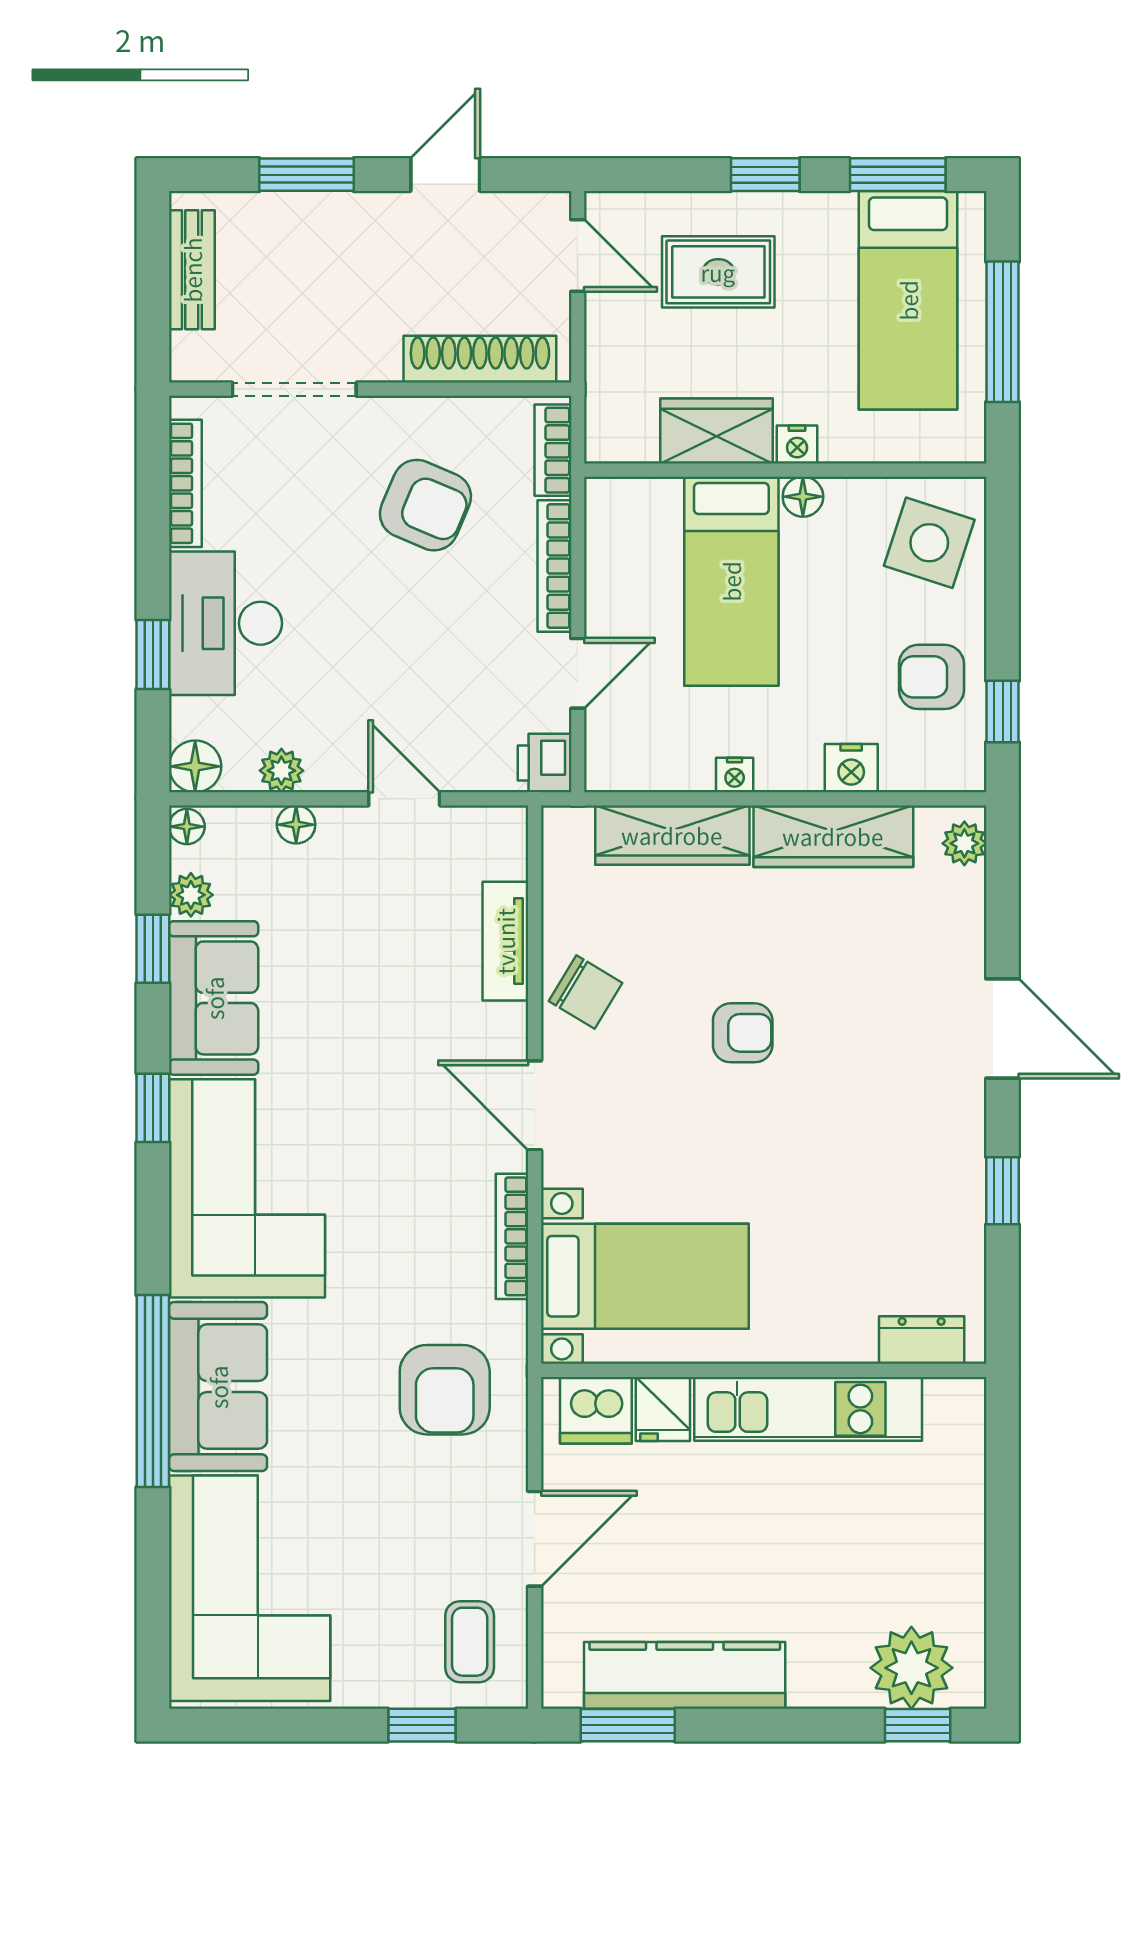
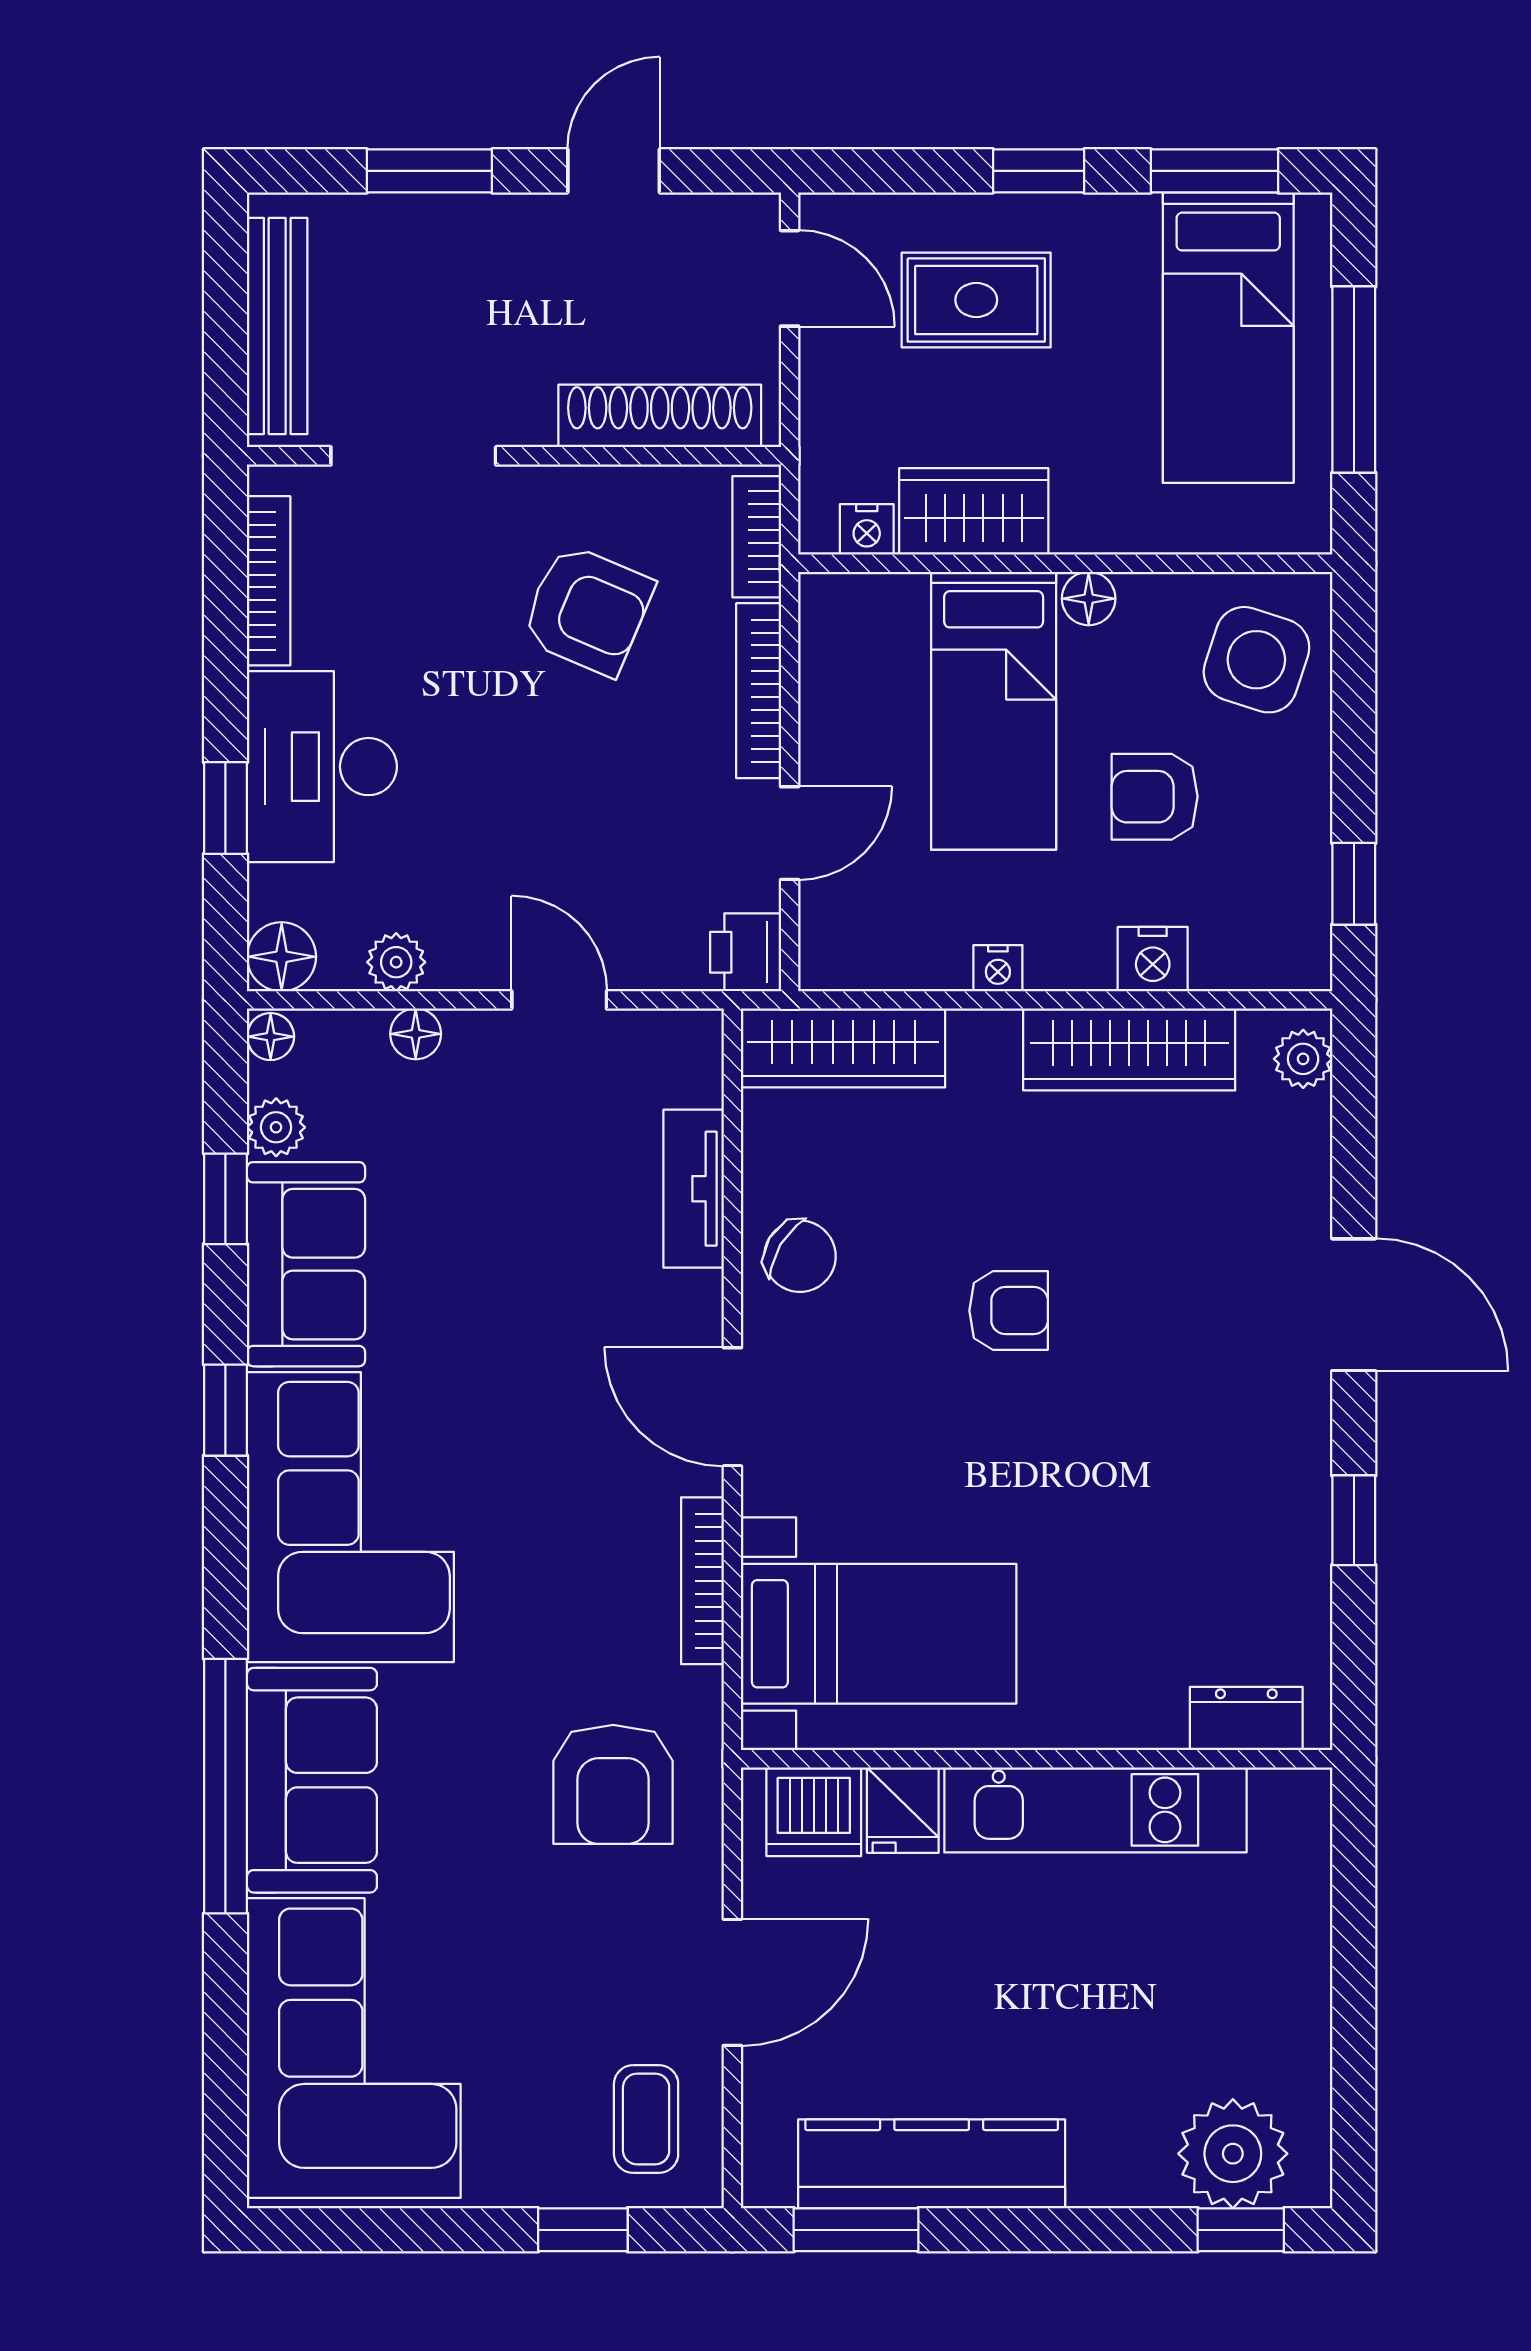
bench: (192, 270) -> (277, 326), width x1.36
nightstand: (797, 445) -> (867, 529), moved
armchair: (931, 677) -> (1155, 797), moved
wardrobe: (672, 835) -> (843, 1048), moved

